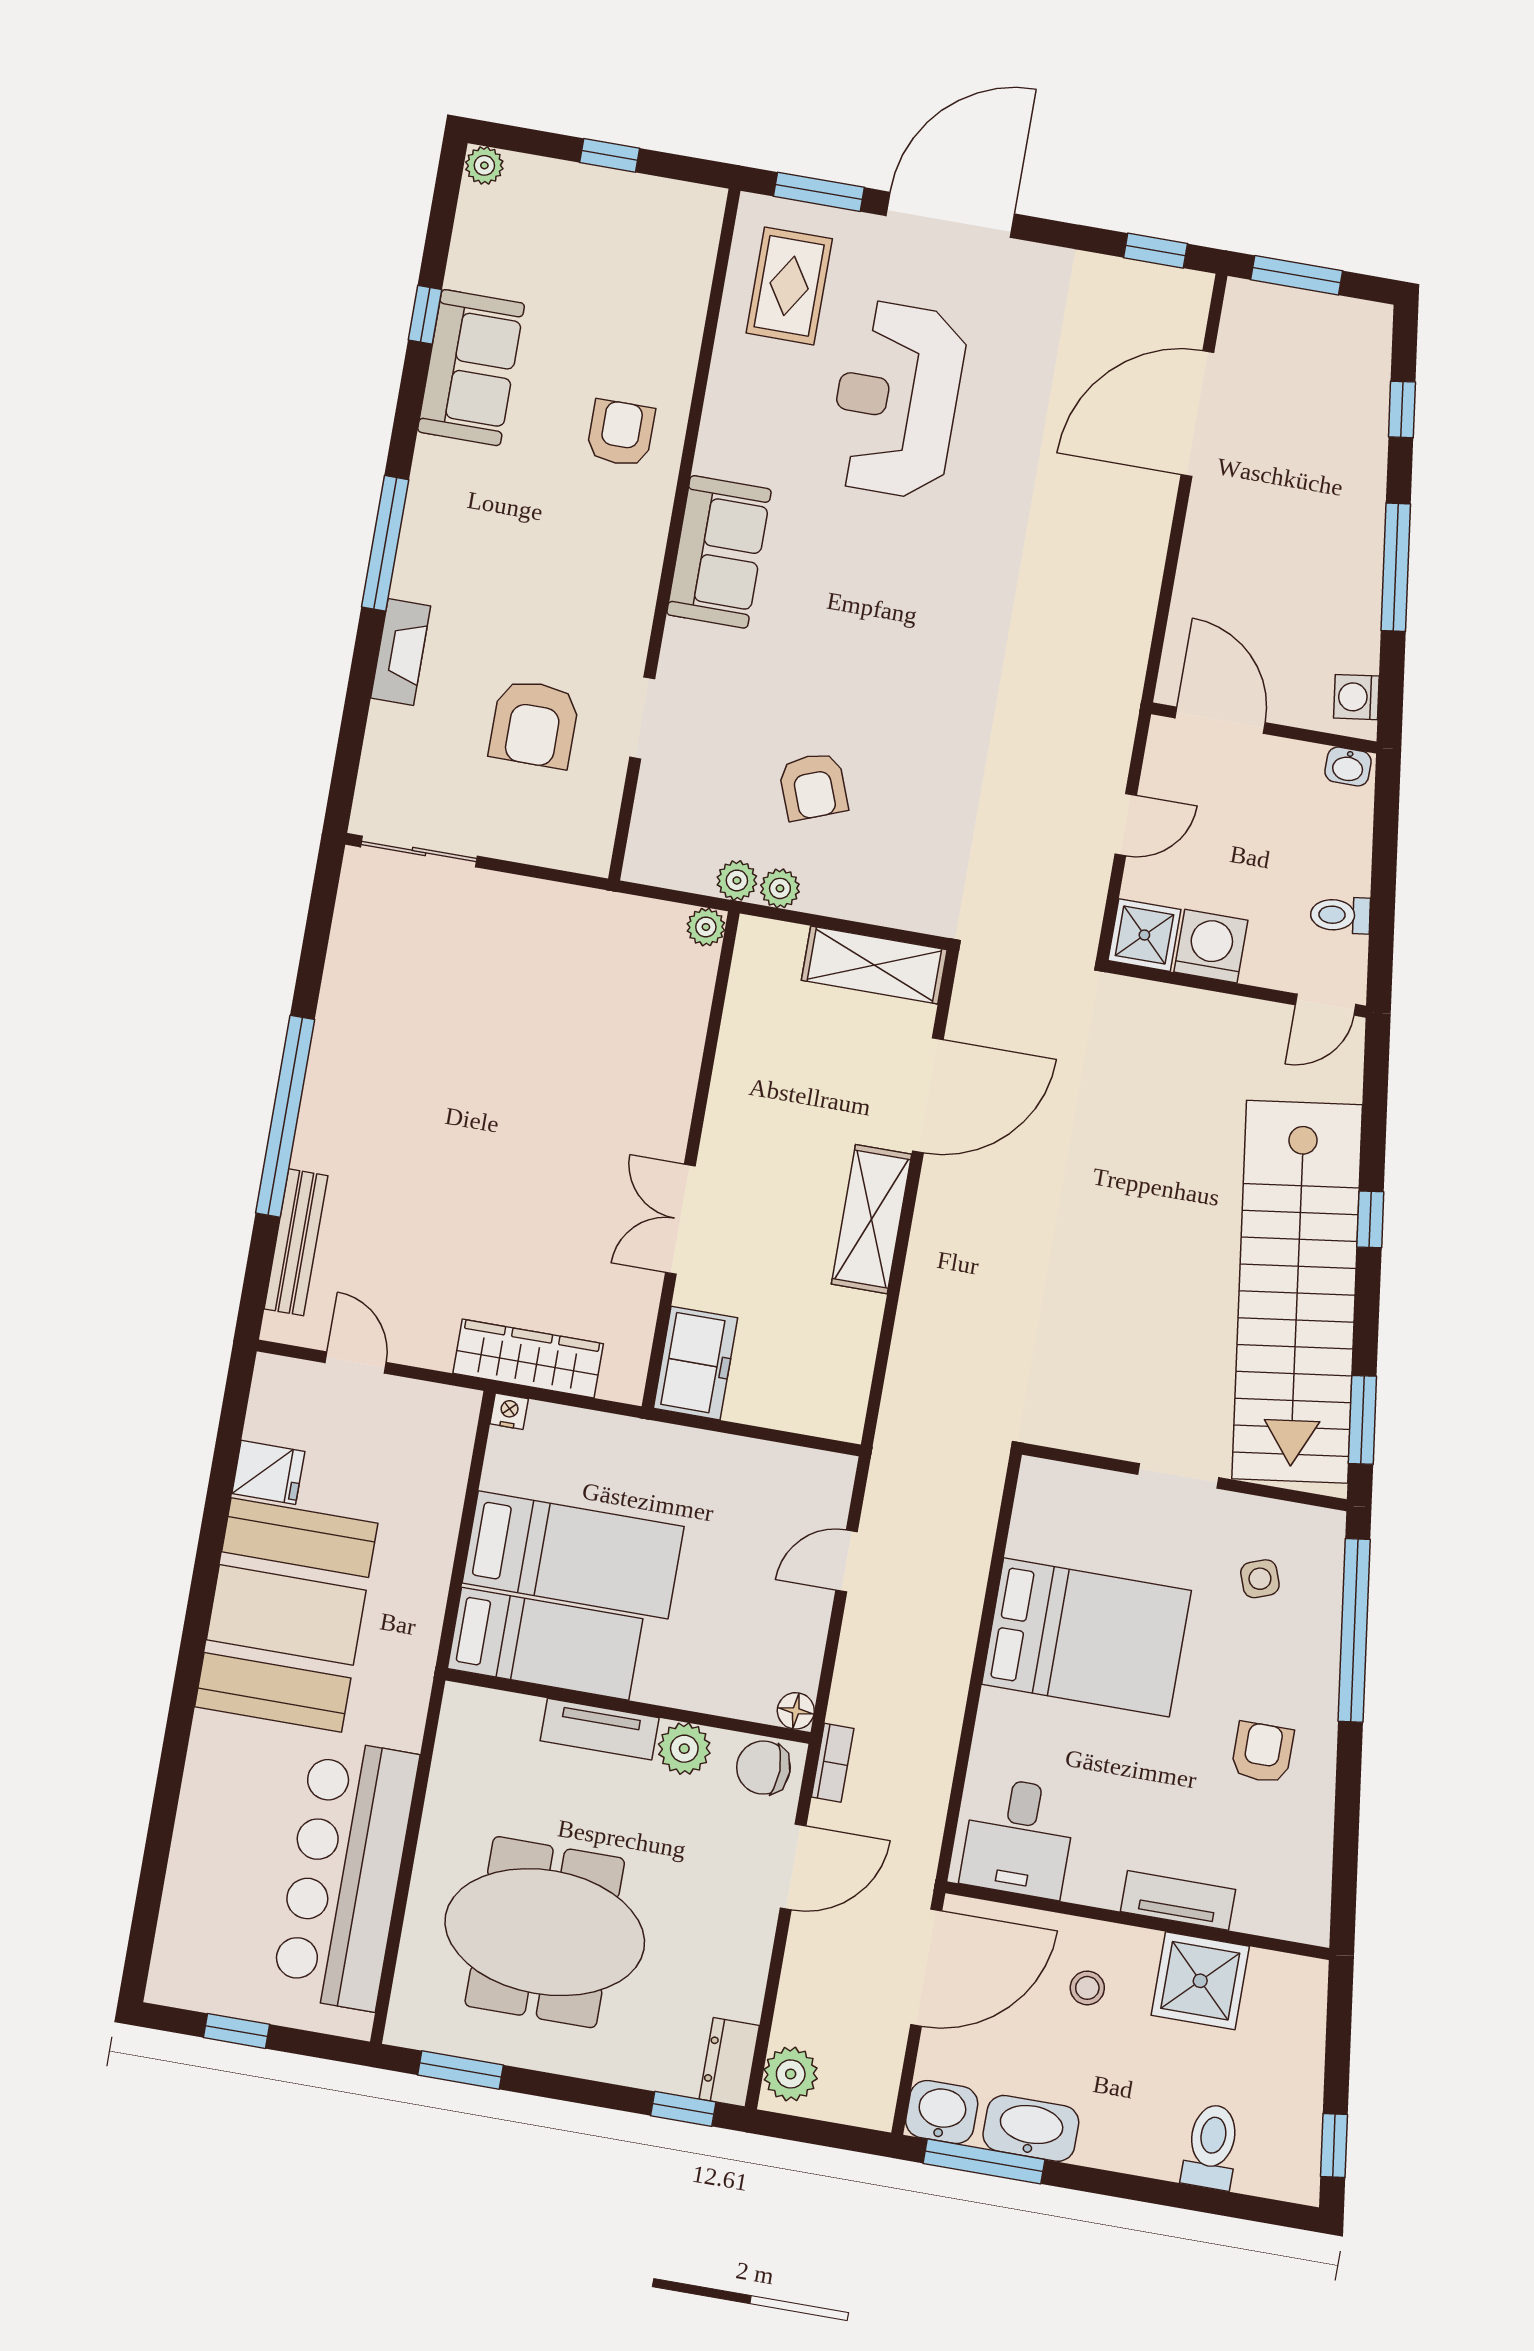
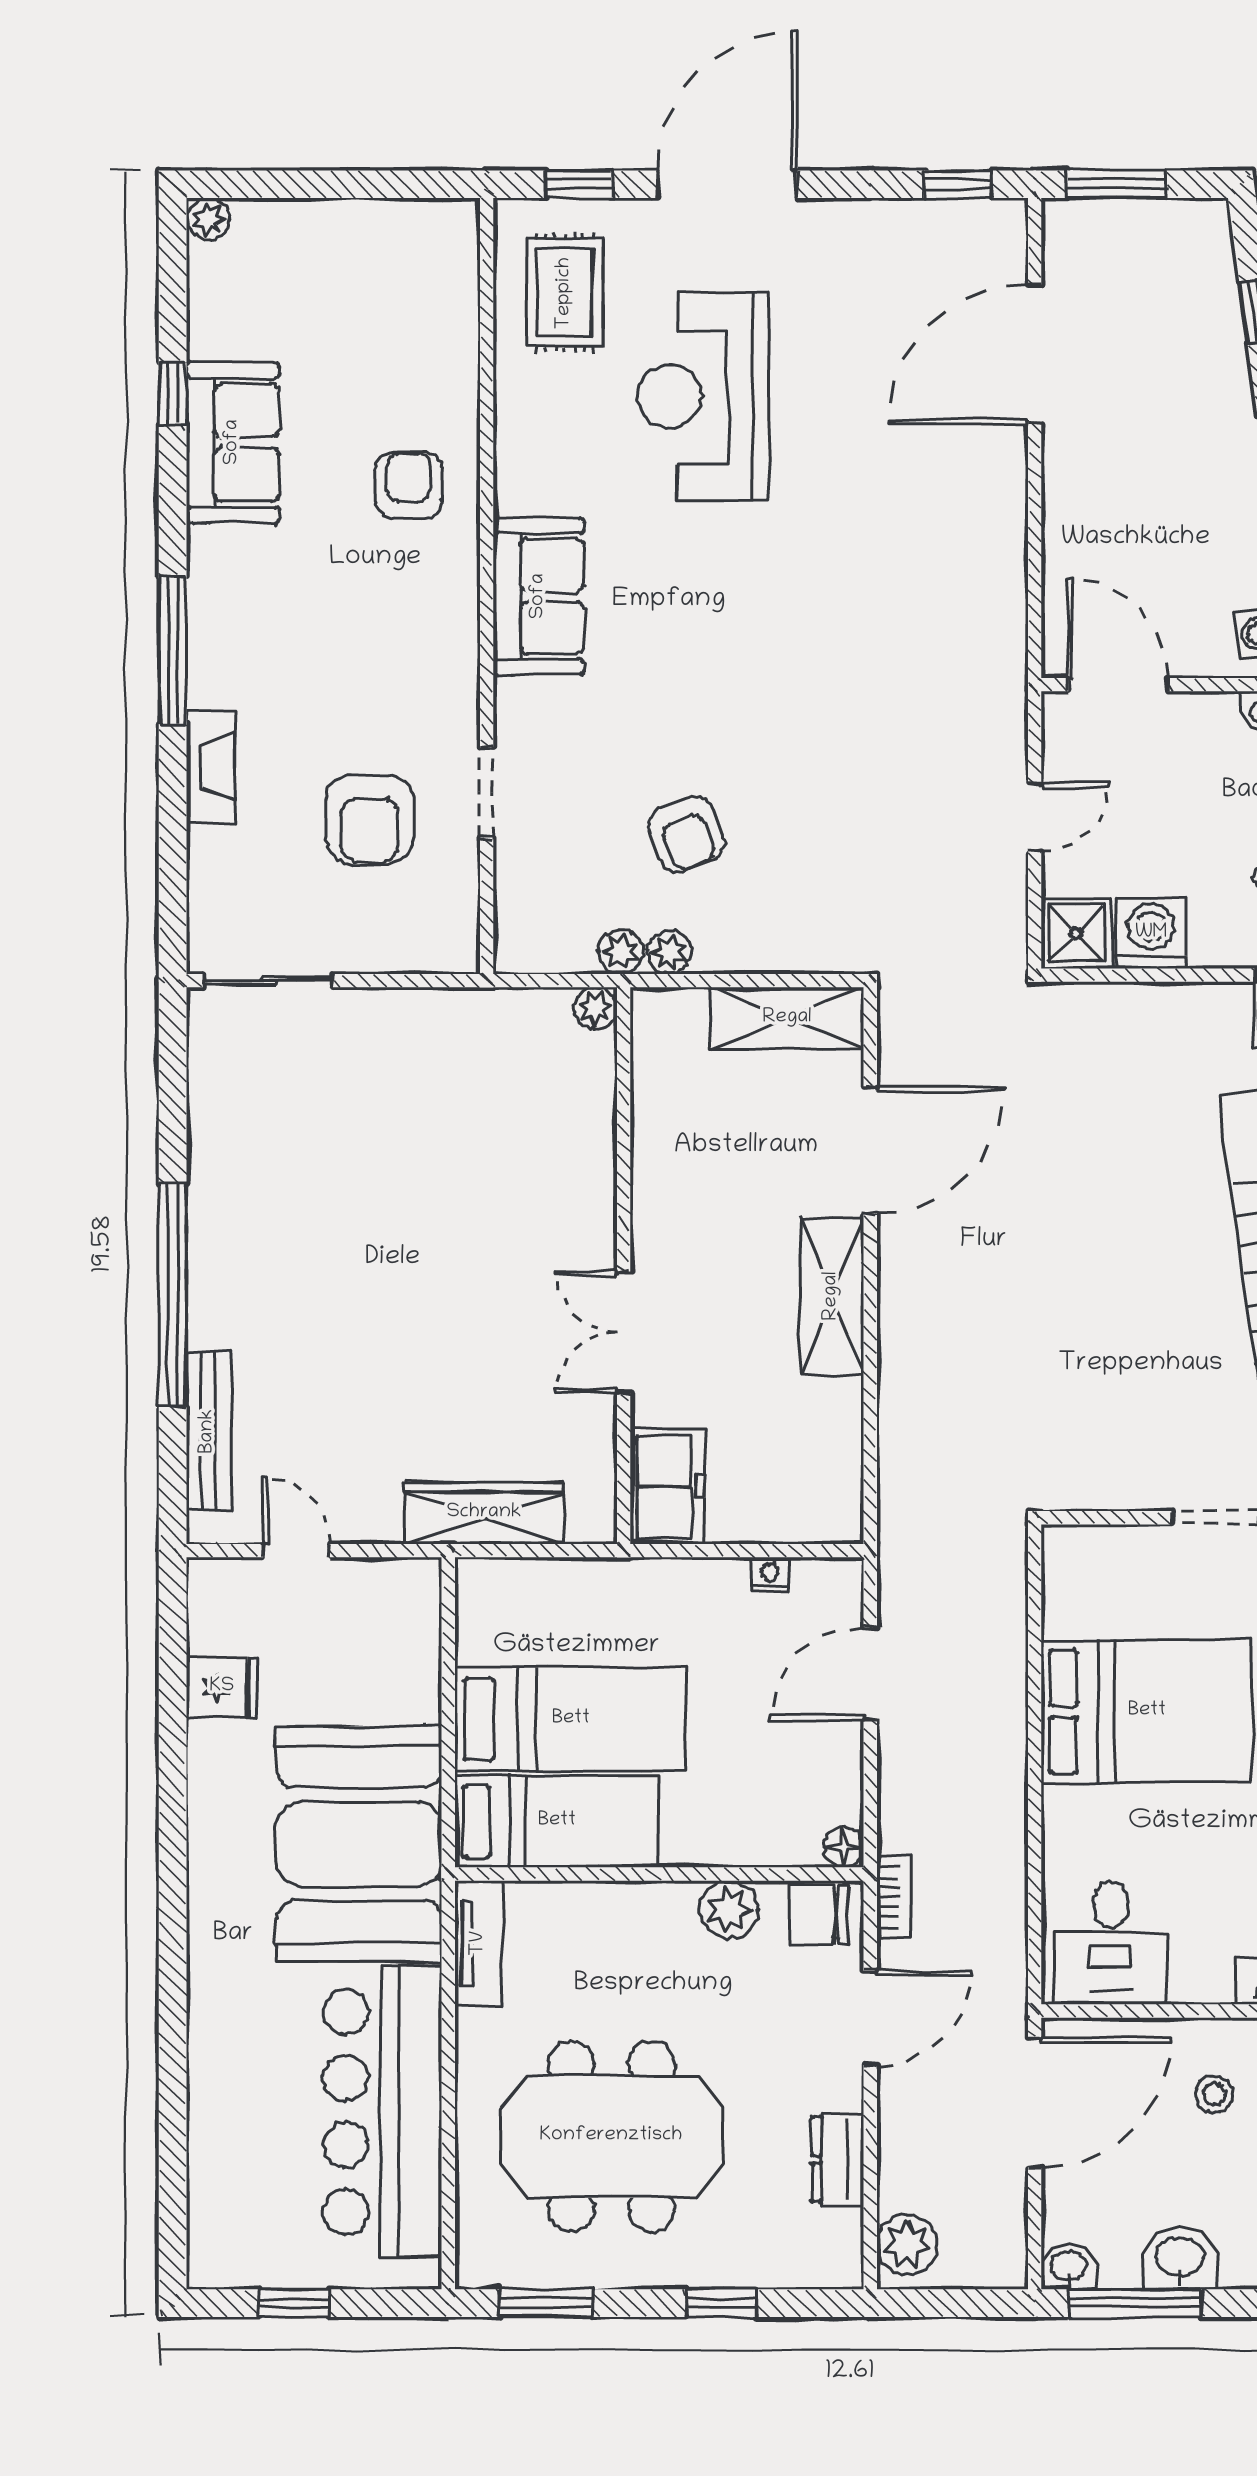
window: (610, 155) -> (344, 184), removed
window: (819, 192) -> (579, 184), width x0.67
nightstand: (509, 1411) -> (770, 1575), moved
door: (847, 1561) -> (870, 1674), width x1.38
booth: (286, 1615) -> (359, 1844), moved
tv unit: (600, 1729) -> (479, 1943), moved, turned -90
dresser: (729, 2062) -> (838, 2159), moved
window: (683, 2109) -> (722, 2303), moved
washbasin: (942, 2112) -> (1069, 2267), width x0.72, depth x0.69
washbasin: (1031, 2128) -> (1180, 2258), width x0.72

